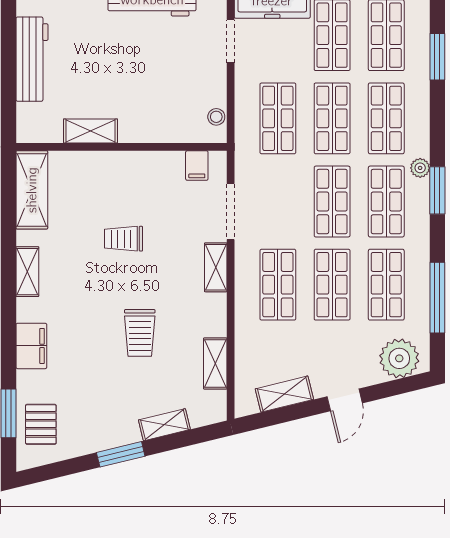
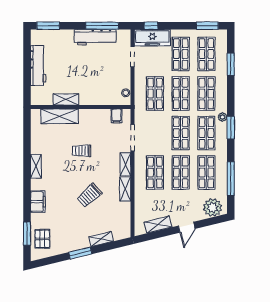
shelving: (32, 190) -> (60, 116), moved, turned 90
trolley: (140, 333) -> (89, 195), turned 48
shelving: (215, 364) -> (125, 189), moved

